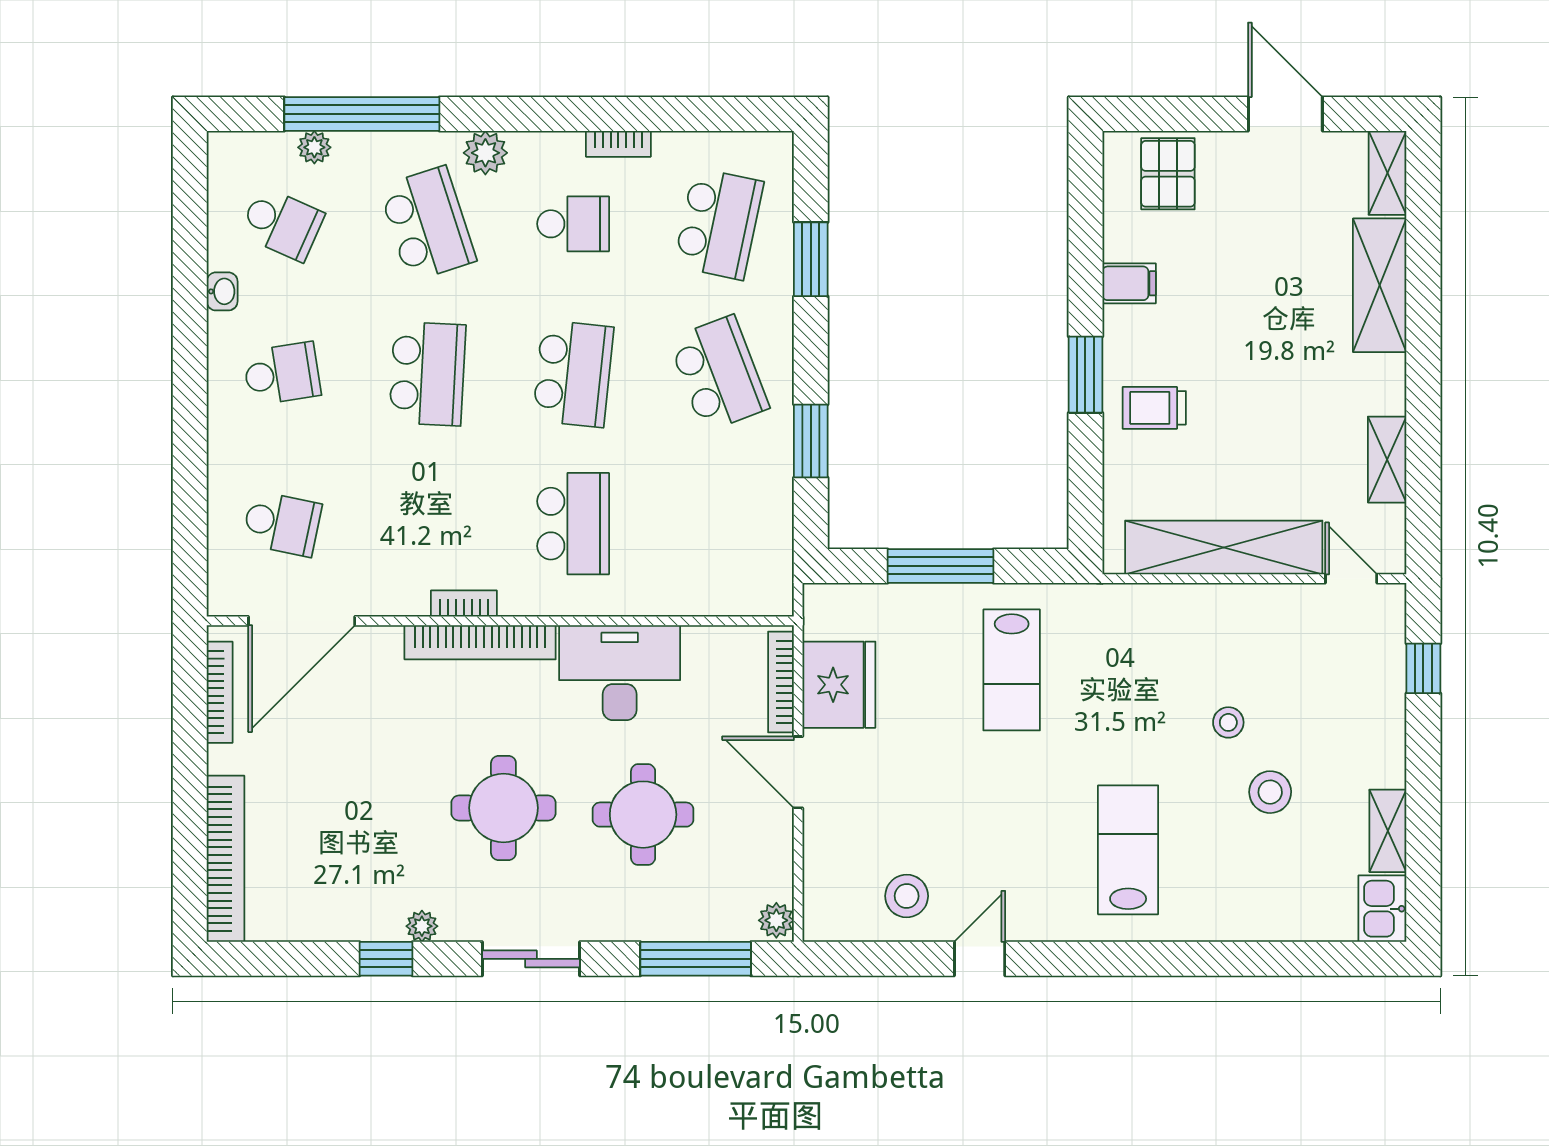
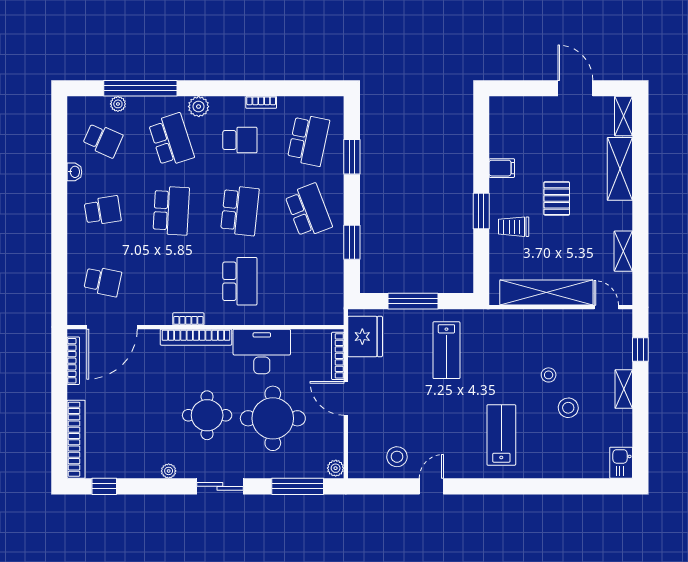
pallet: (1168, 174) -> (557, 198), moved
fridge: (839, 685) -> (365, 337), moved
round table: (643, 815) -> (273, 418), width x1.36, depth x1.36
shelving: (1388, 831) -> (624, 389), moved
window: (386, 959) -> (104, 486), moved

